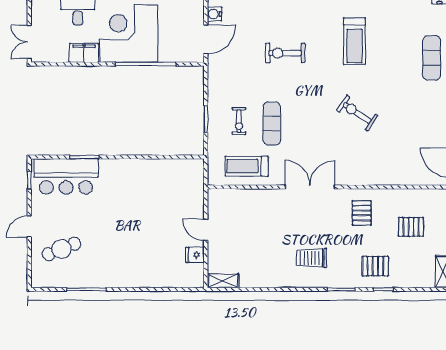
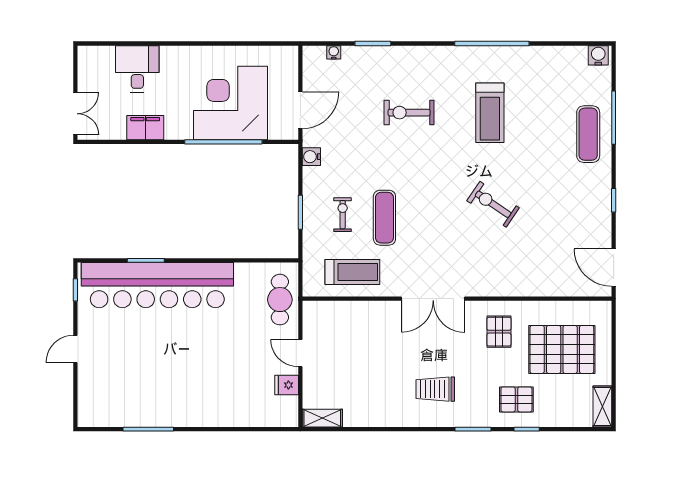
water cooler: (214, 14) -> (311, 157), moved
corner desk: (129, 34) -> (231, 103), moved
double door: (29, 42) -> (75, 114), swing flipped
exercise bike: (285, 53) -> (409, 113), moved
exercise bike: (239, 121) -> (343, 215), turned 180
treadmill: (247, 166) -> (352, 272), turned 180
bar counter: (66, 176) -> (157, 285), width x1.86
double door: (310, 187) -> (433, 299), swing flipped
pallet: (411, 227) -> (562, 349), width x2.05, depth x2.00
cafe table: (61, 249) -> (280, 300), moved, turned -68

